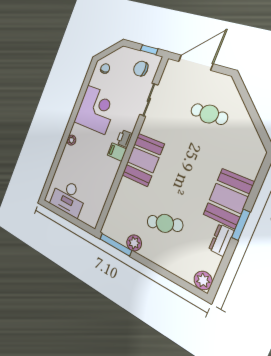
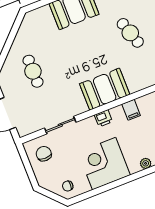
window: (149, 50) -> (25, 160), removed
chair: (141, 69) -> (44, 154), turned 180
filing cabinet: (117, 152) -> (131, 110), moved

